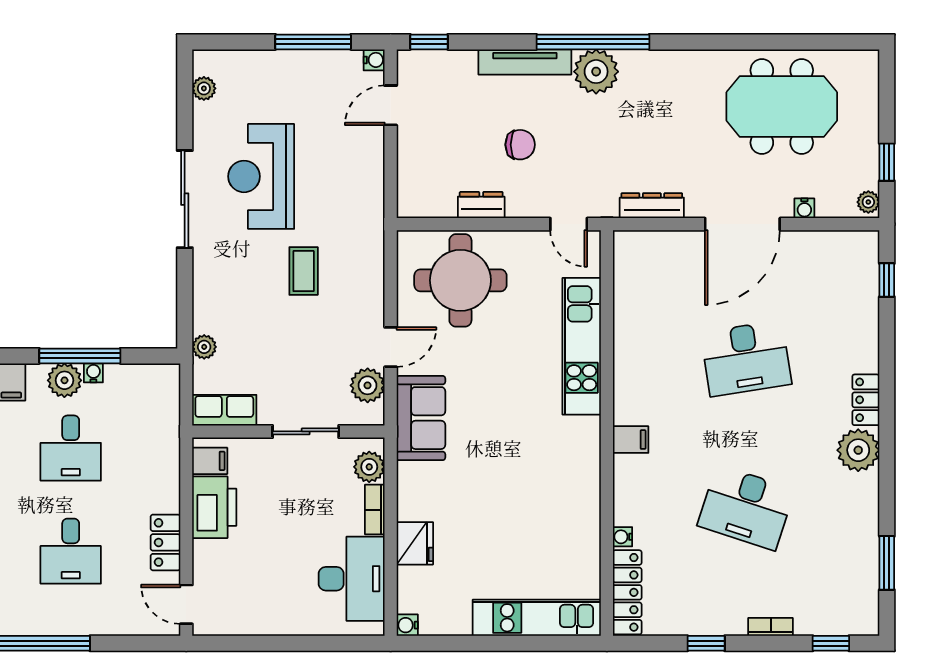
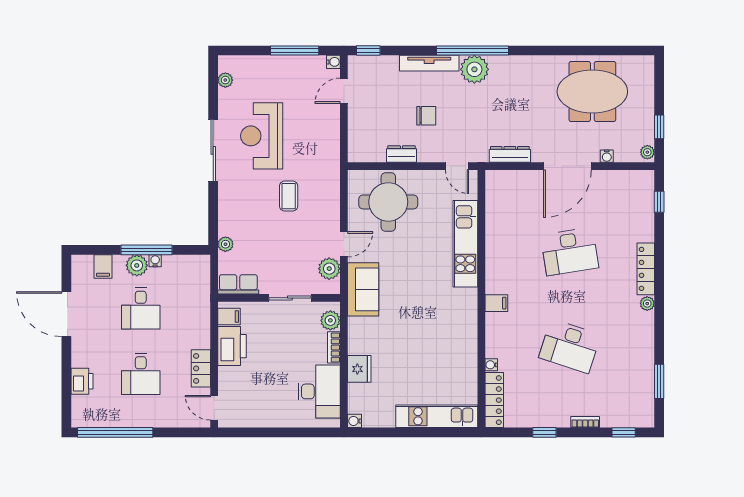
locker: (866, 400) -> (646, 269), width x1.53
plant: (858, 450) -> (647, 304), width x0.53, depth x0.53

